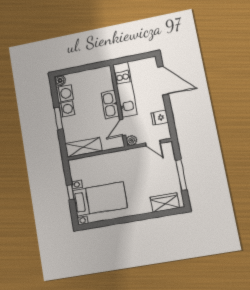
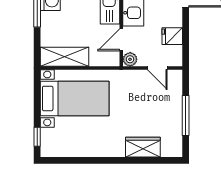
window: (70, 192) -> (37, 137), moved
bed with nightstands: (100, 199) -> (75, 98), moved
wardrobe: (165, 203) -> (143, 147), moved

